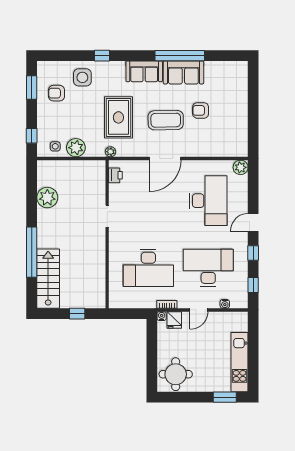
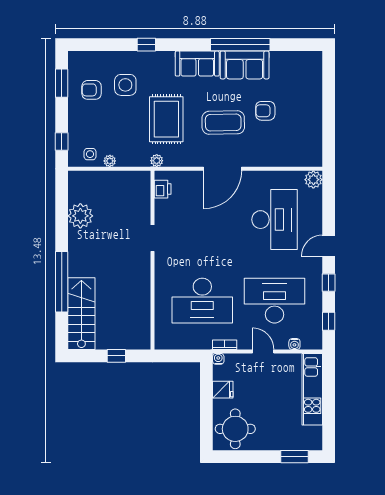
side table: (82, 77) -> (125, 85), moved
plant: (76, 148) -> (110, 161), width x0.53, depth x0.53
door: (199, 310) -> (263, 351), swing flipped
fridge: (174, 320) -> (223, 390), moved, turned -90
kitchen unit: (239, 362) -> (312, 389), moved

